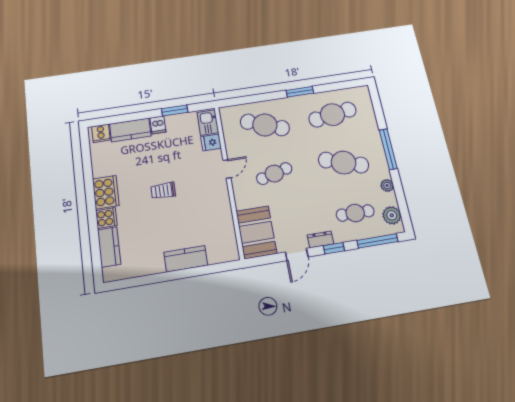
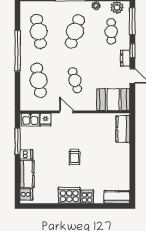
window: (300, 92) -> (17, 51), width x2.11
window: (175, 110) -> (17, 141), width x1.44
cafe table: (265, 125) -> (39, 80), turned -30
kitchen counter: (109, 247) -> (117, 197), moved
kitchen counter: (186, 259) -> (123, 129), moved

